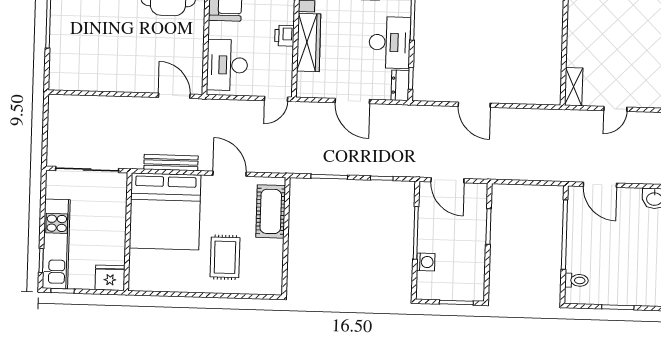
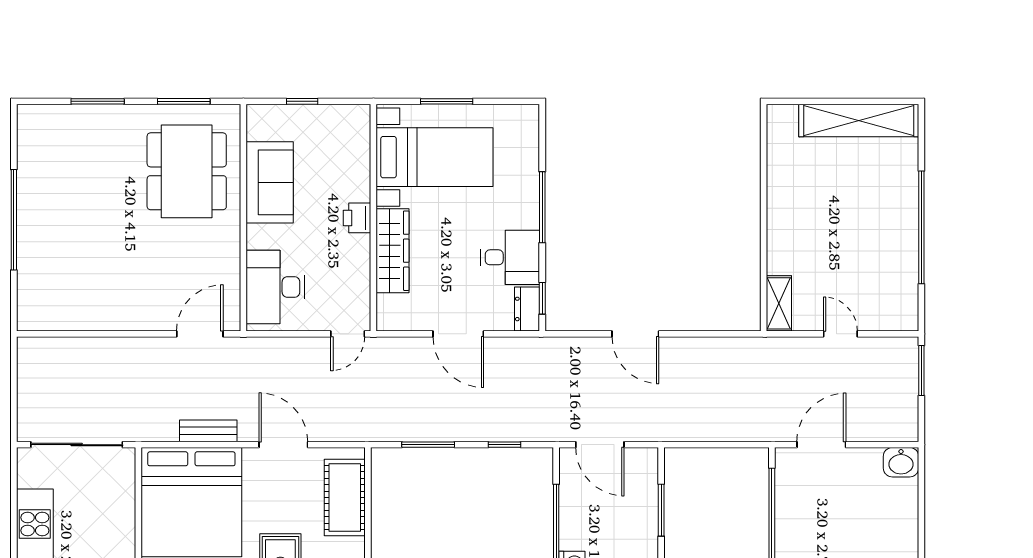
printer: (284, 36) -> (357, 218), moved
desk: (390, 42) -> (510, 257), width x0.73
door: (174, 96) -> (200, 334), hinge flipped
door: (615, 109) -> (840, 334), swing flipped
bench: (171, 163) -> (208, 431), width x0.73
door: (600, 185) -> (821, 445), swing flipped

